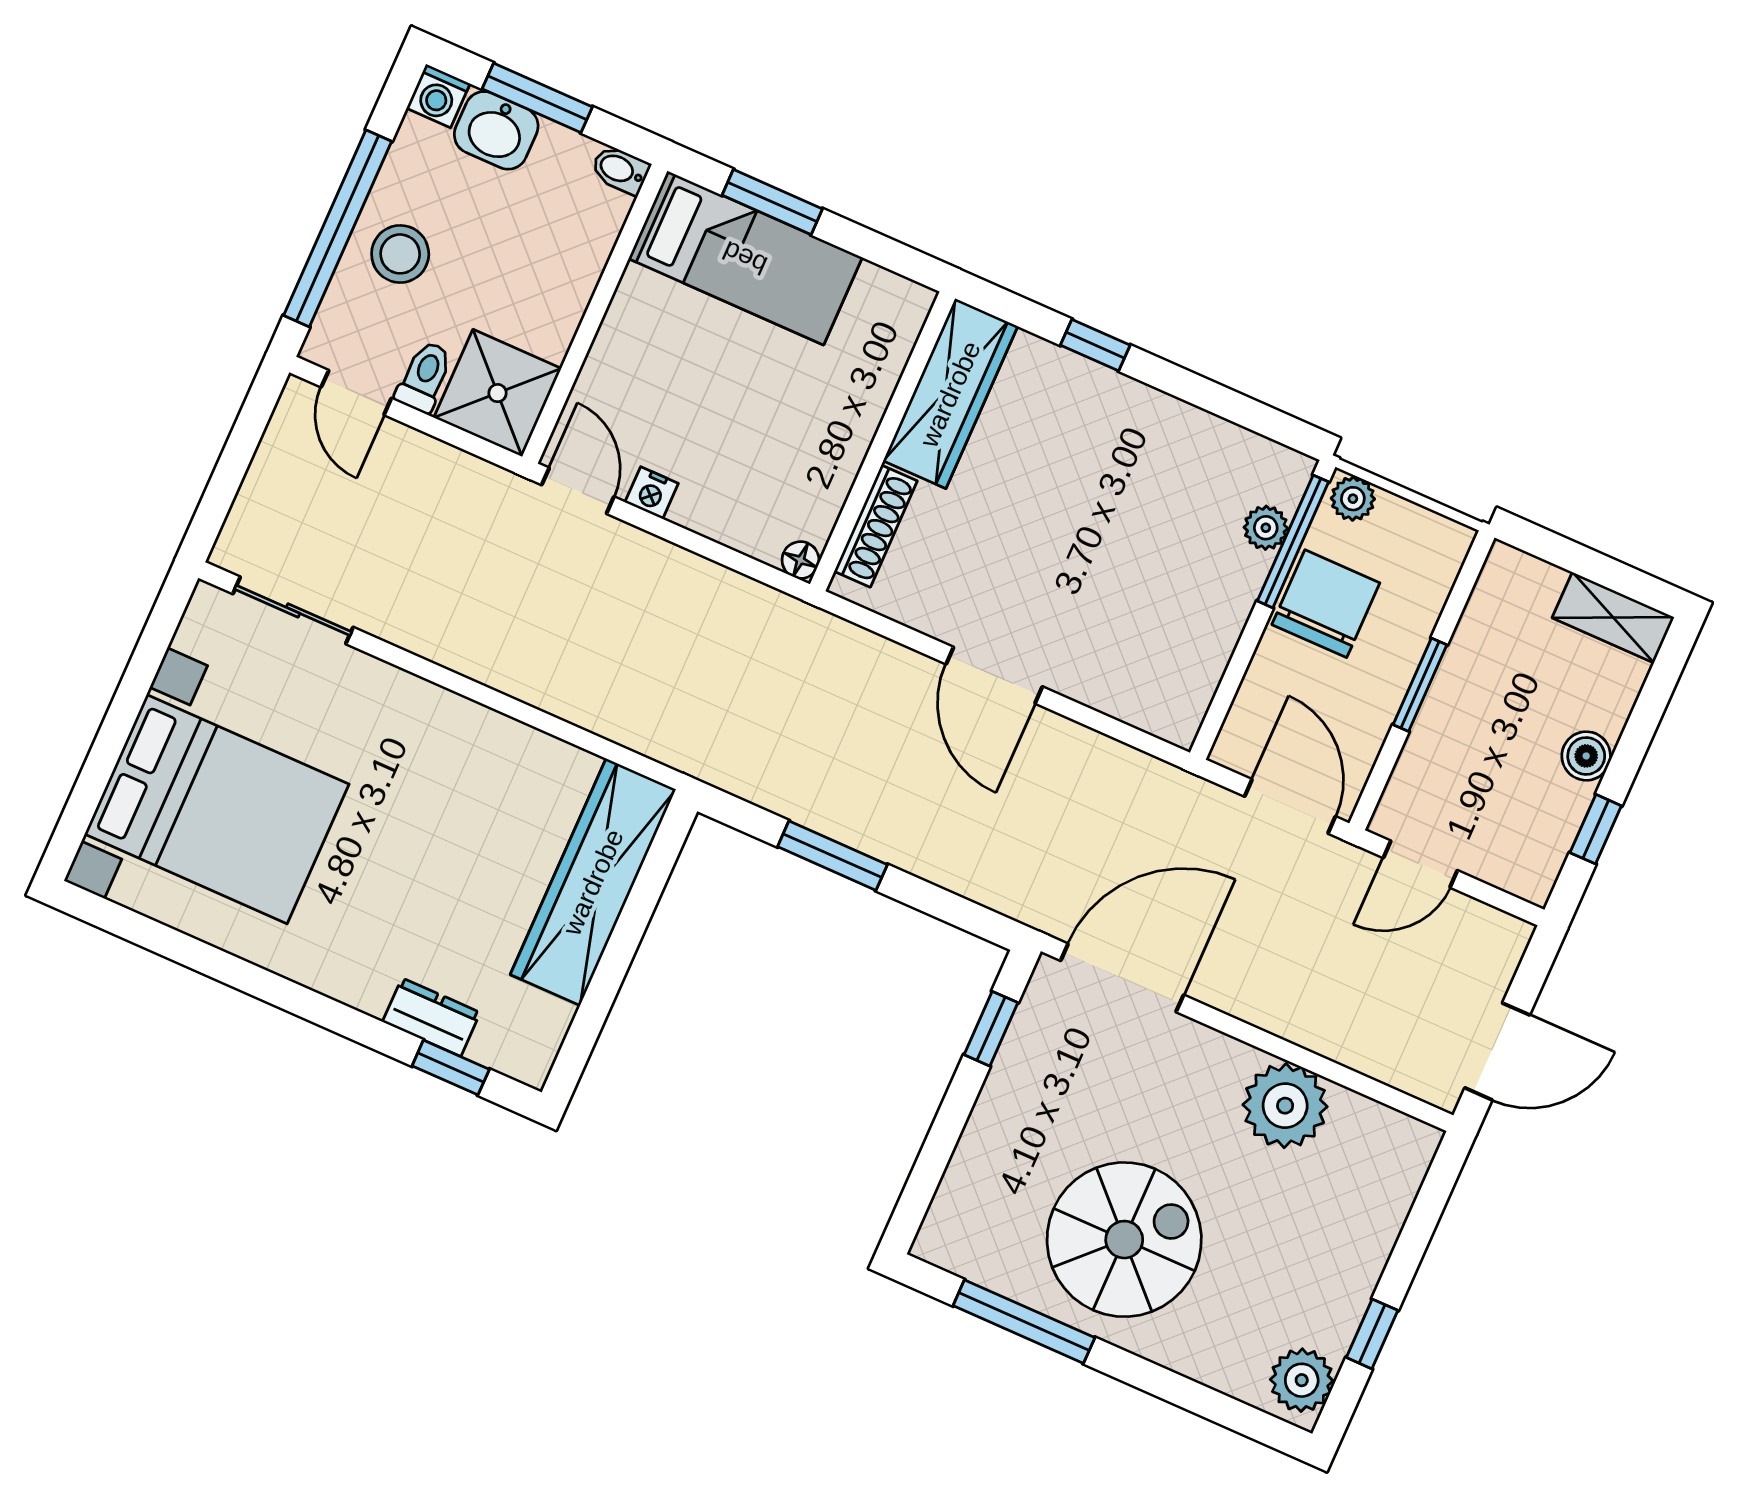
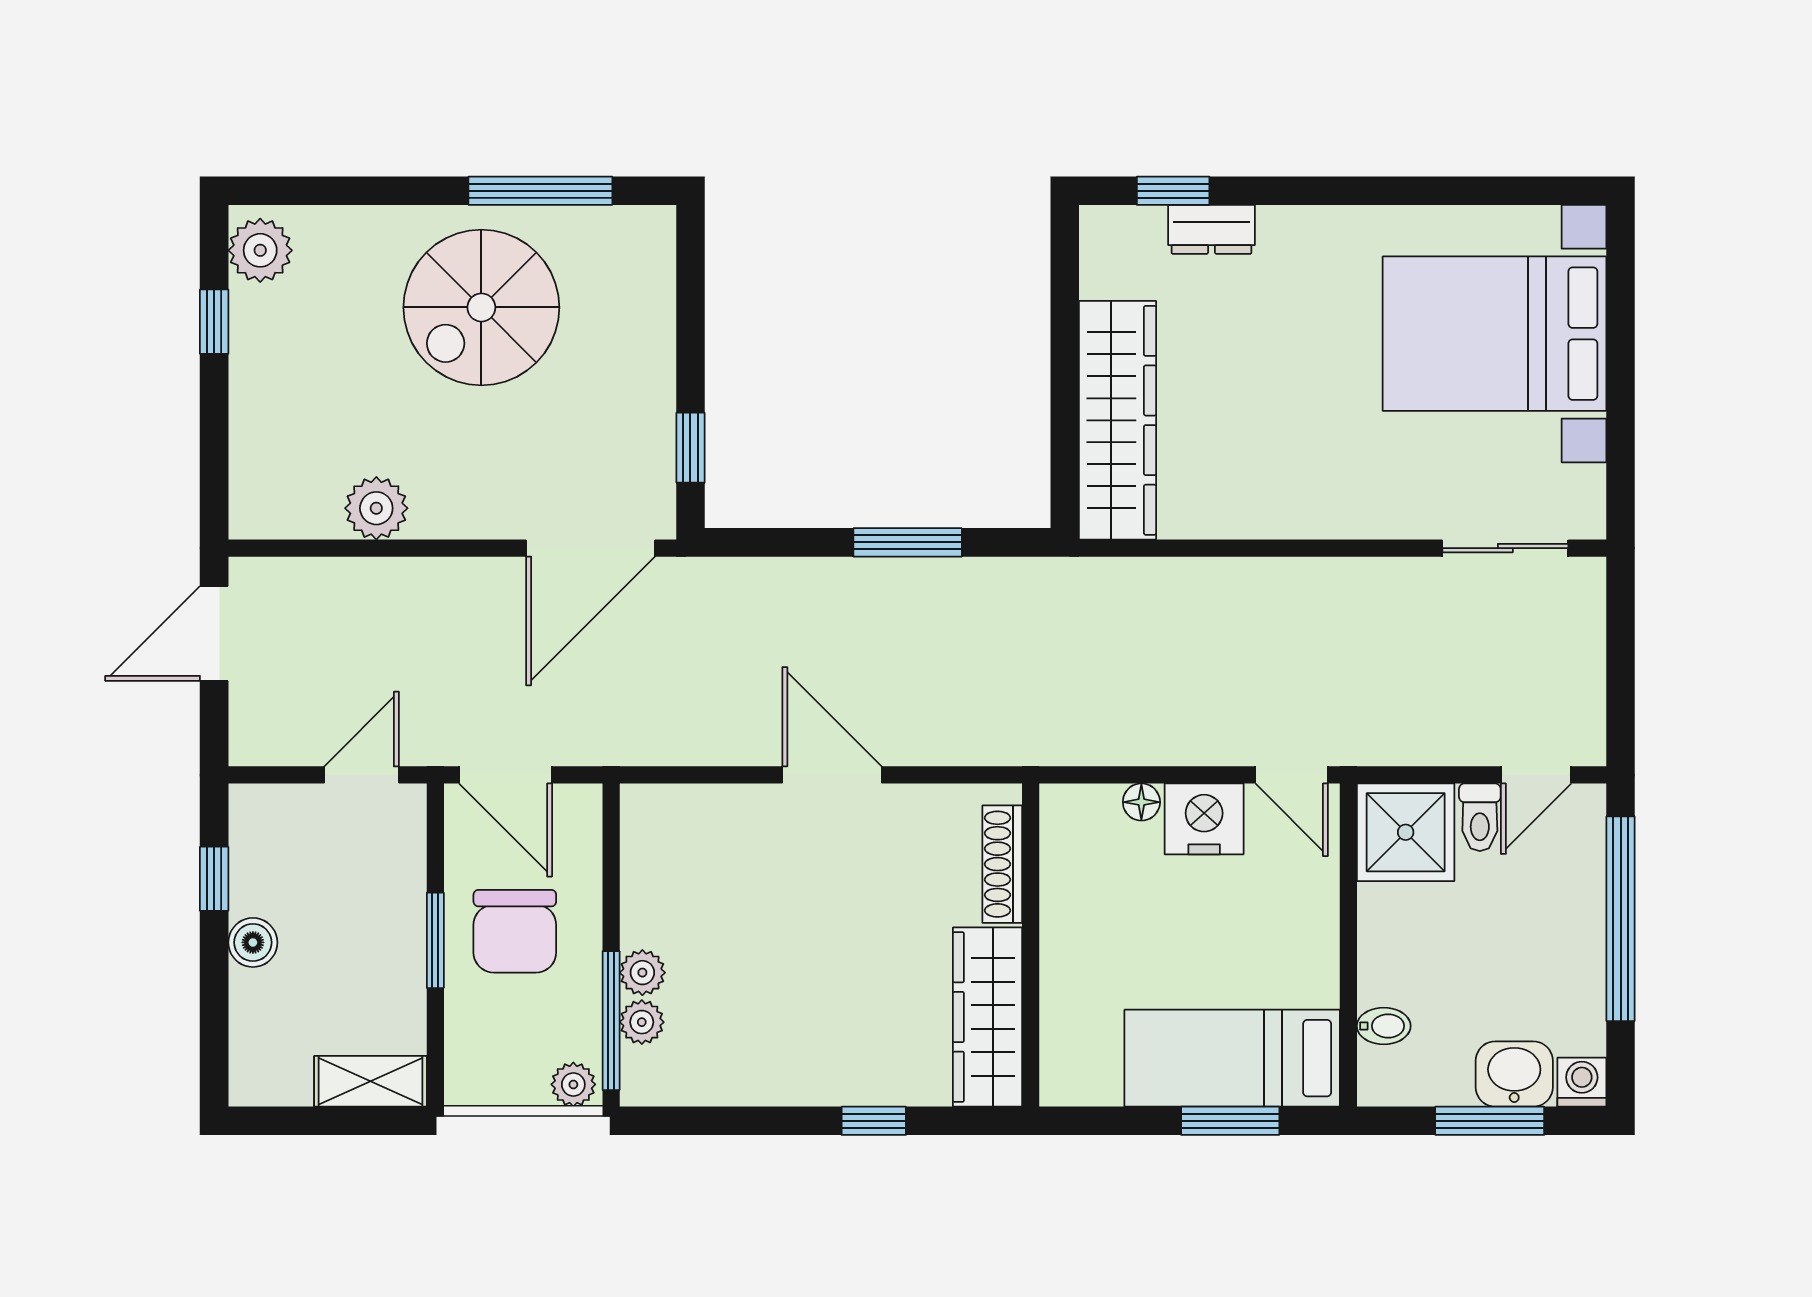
bidet: (620, 170) -> (1384, 1026), moved
stool: (400, 254) -> (1552, 921), removed
door: (356, 393) -> (1536, 775), swing flipped
nightstand: (652, 493) -> (1204, 819), width x1.89, depth x1.79
floor lamp: (800, 560) -> (1141, 802), moved
plant: (1245, 572) -> (642, 973), added
chair: (1326, 604) -> (515, 931), moved
shelving: (1613, 617) -> (370, 1081), moved
plant: (1285, 1106) -> (376, 508), width x0.73, depth x0.73

